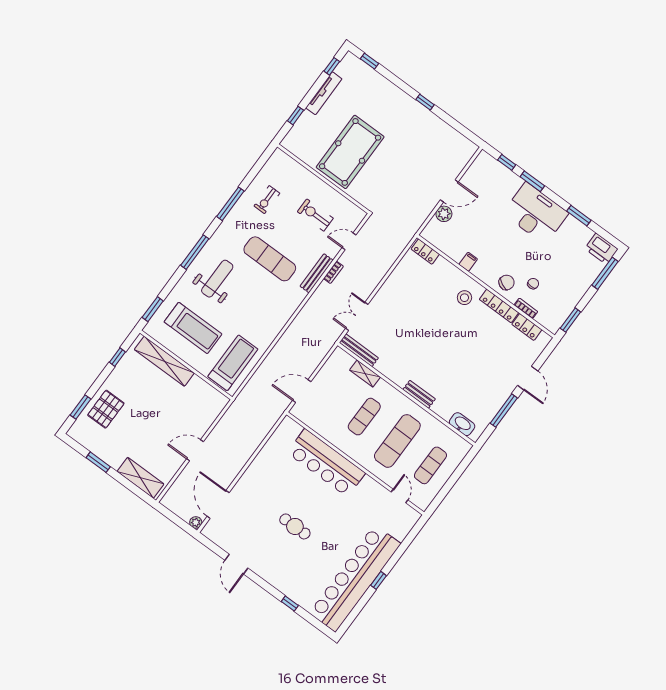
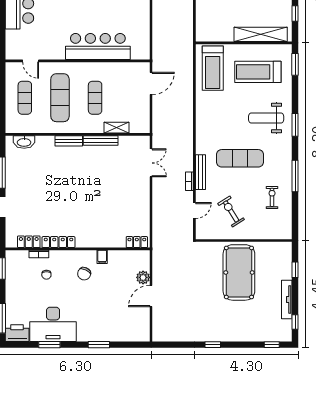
window: (507, 162) -> (126, 345), removed
desk: (536, 213) -> (53, 324), moved
exercise bike: (315, 215) -> (231, 211), turned -122
window: (195, 252) -> (295, 125), width x0.69
weight bench: (217, 279) -> (266, 118), turned 90
chair: (507, 282) -> (84, 274), moved
stool: (464, 298) -> (86, 230), removed
bench: (359, 350) -> (101, 141), moved

